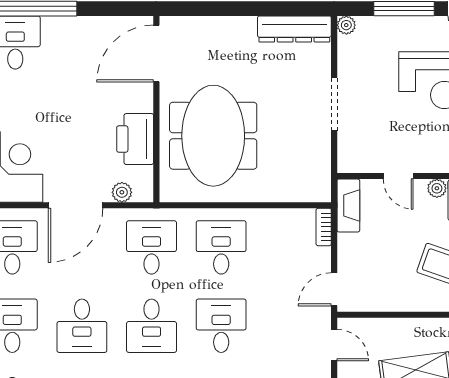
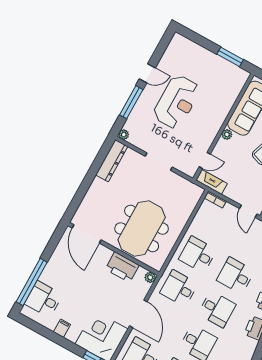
meeting table: (213, 136) -> (142, 229), turned 90
door: (398, 176) -> (205, 160), moved
plant: (122, 192) -> (150, 277), moved

